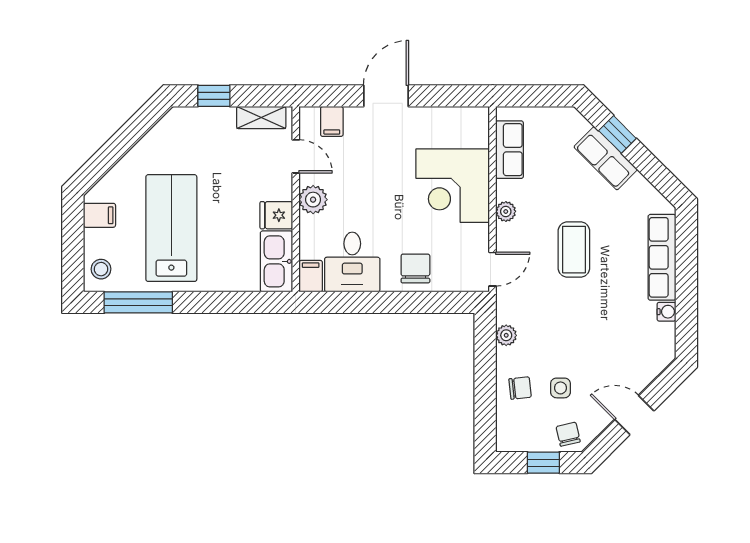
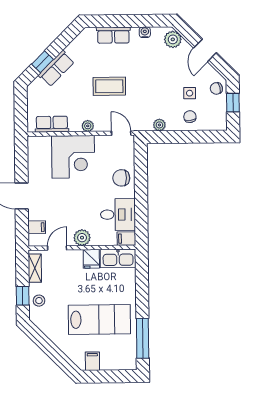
lab bench: (171, 228) -> (99, 320), turned 180
row of seats: (662, 257) -> (113, 35), width x0.68
stool: (101, 269) -> (39, 301), moved
plant: (654, 360) -> (173, 39), added

